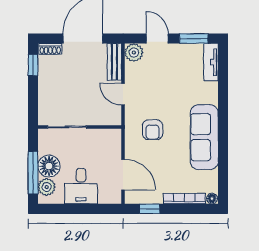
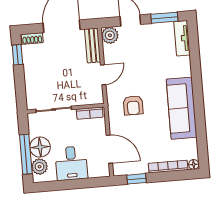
door: (123, 94) -> (103, 75), swing flipped
bookcase: (105, 134) -> (90, 113), added

